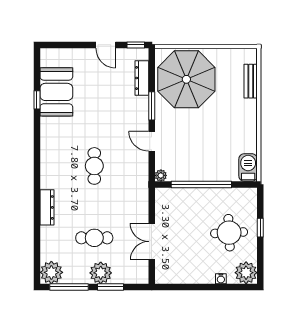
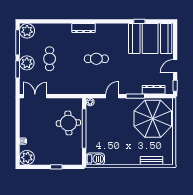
booth: (56, 92) -> (150, 39), width x1.36, depth x1.42
dresser: (47, 207) -> (84, 28), moved
round table: (229, 233) -> (68, 123), moved
double door: (152, 242) -> (35, 96), moved

